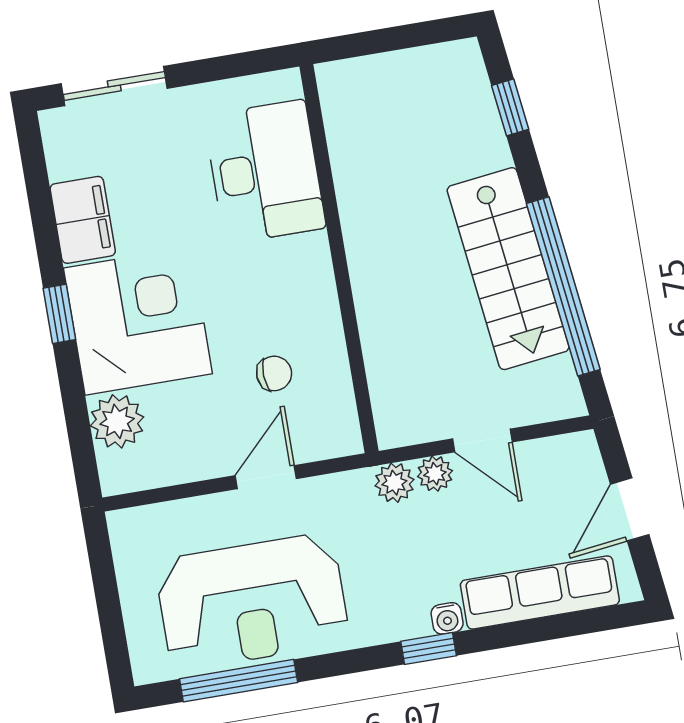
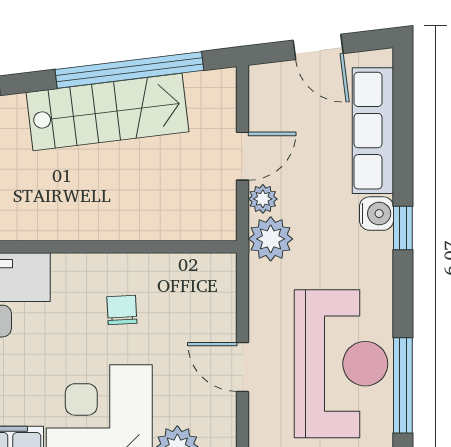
chair: (274, 373) -> (122, 310), moved
door: (266, 477) -> (243, 367), moved
plant: (394, 483) -> (271, 239), width x1.38, depth x1.38
water cooler: (447, 618) -> (376, 214), width x1.38, depth x1.38

